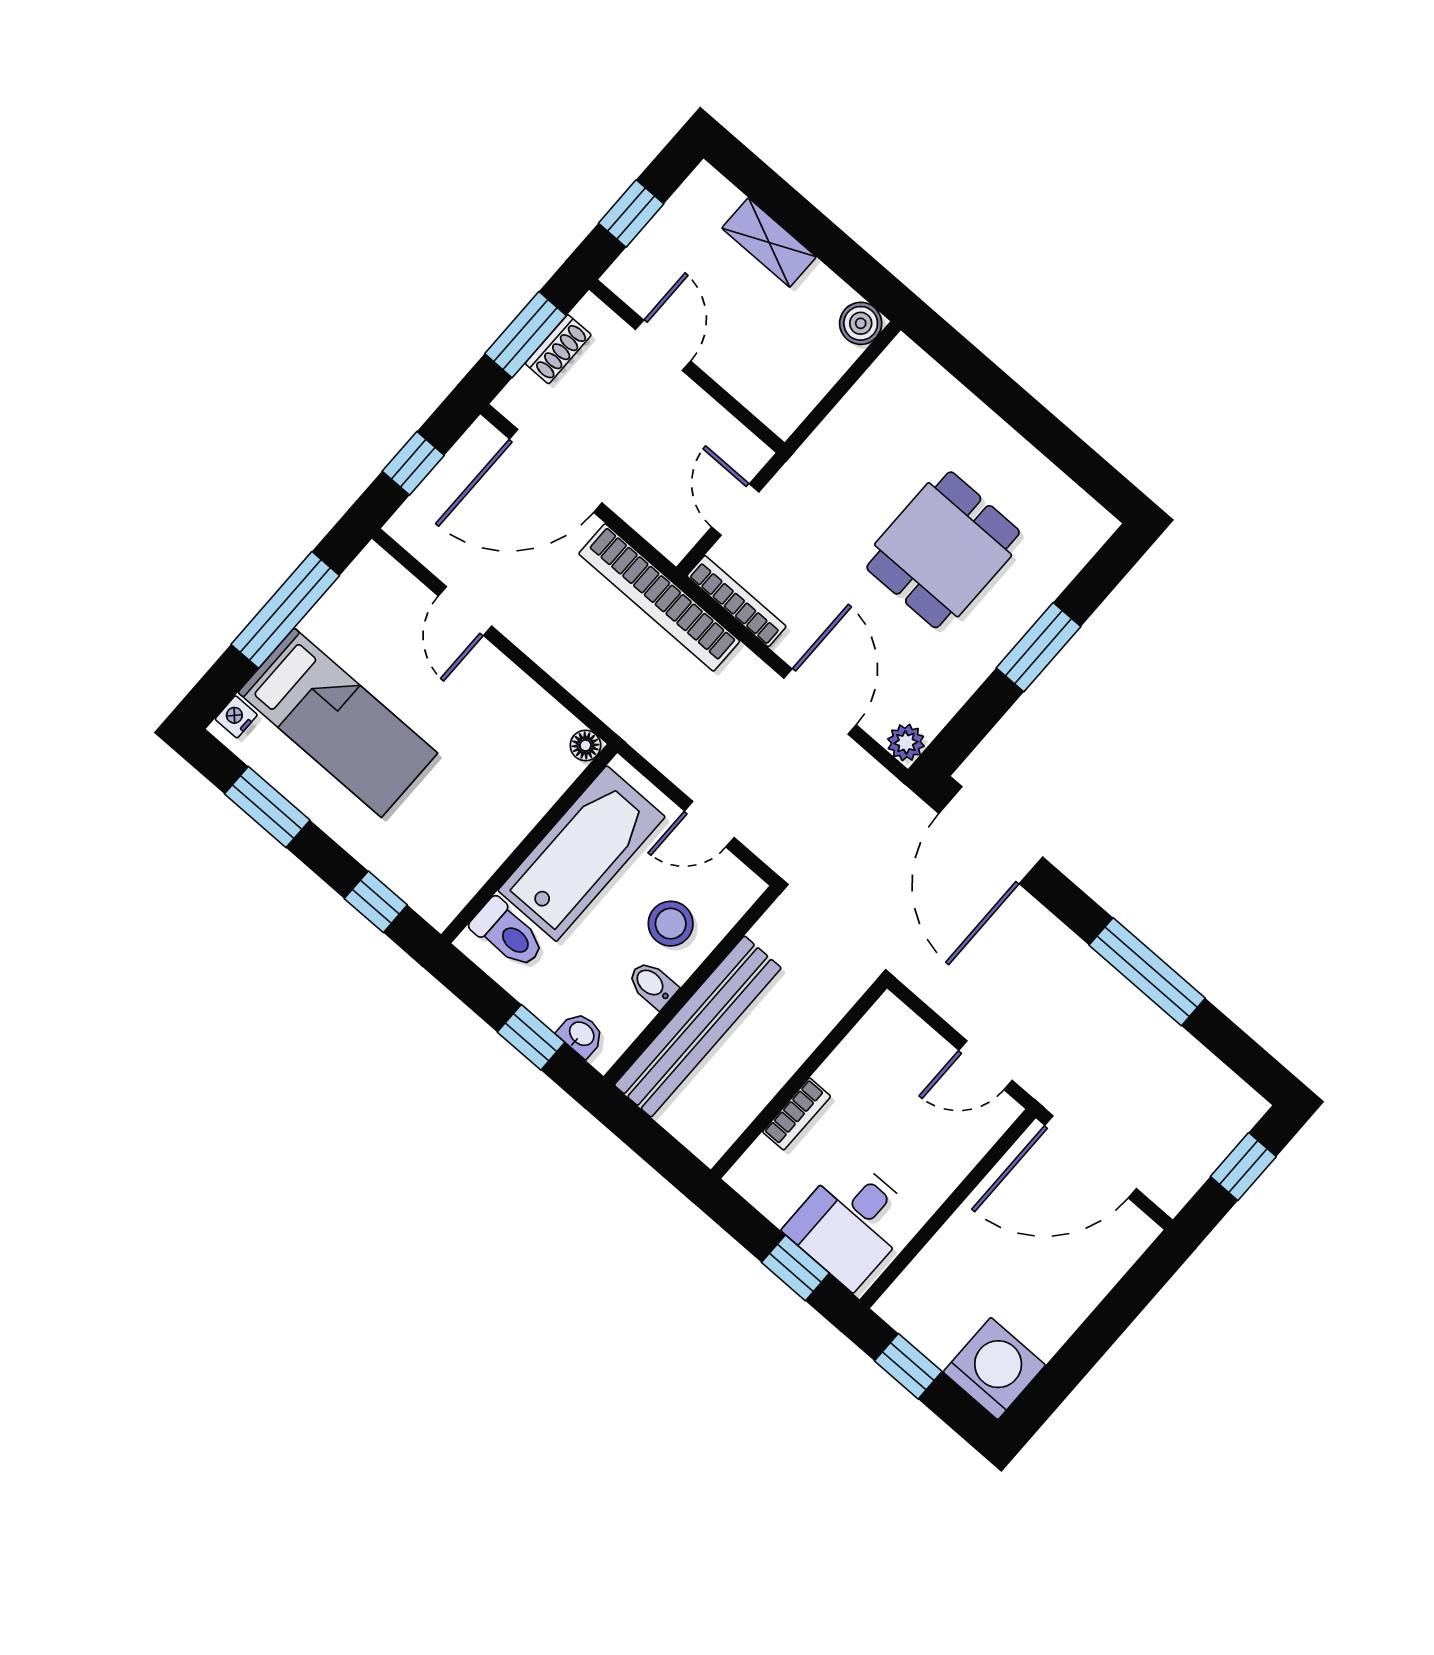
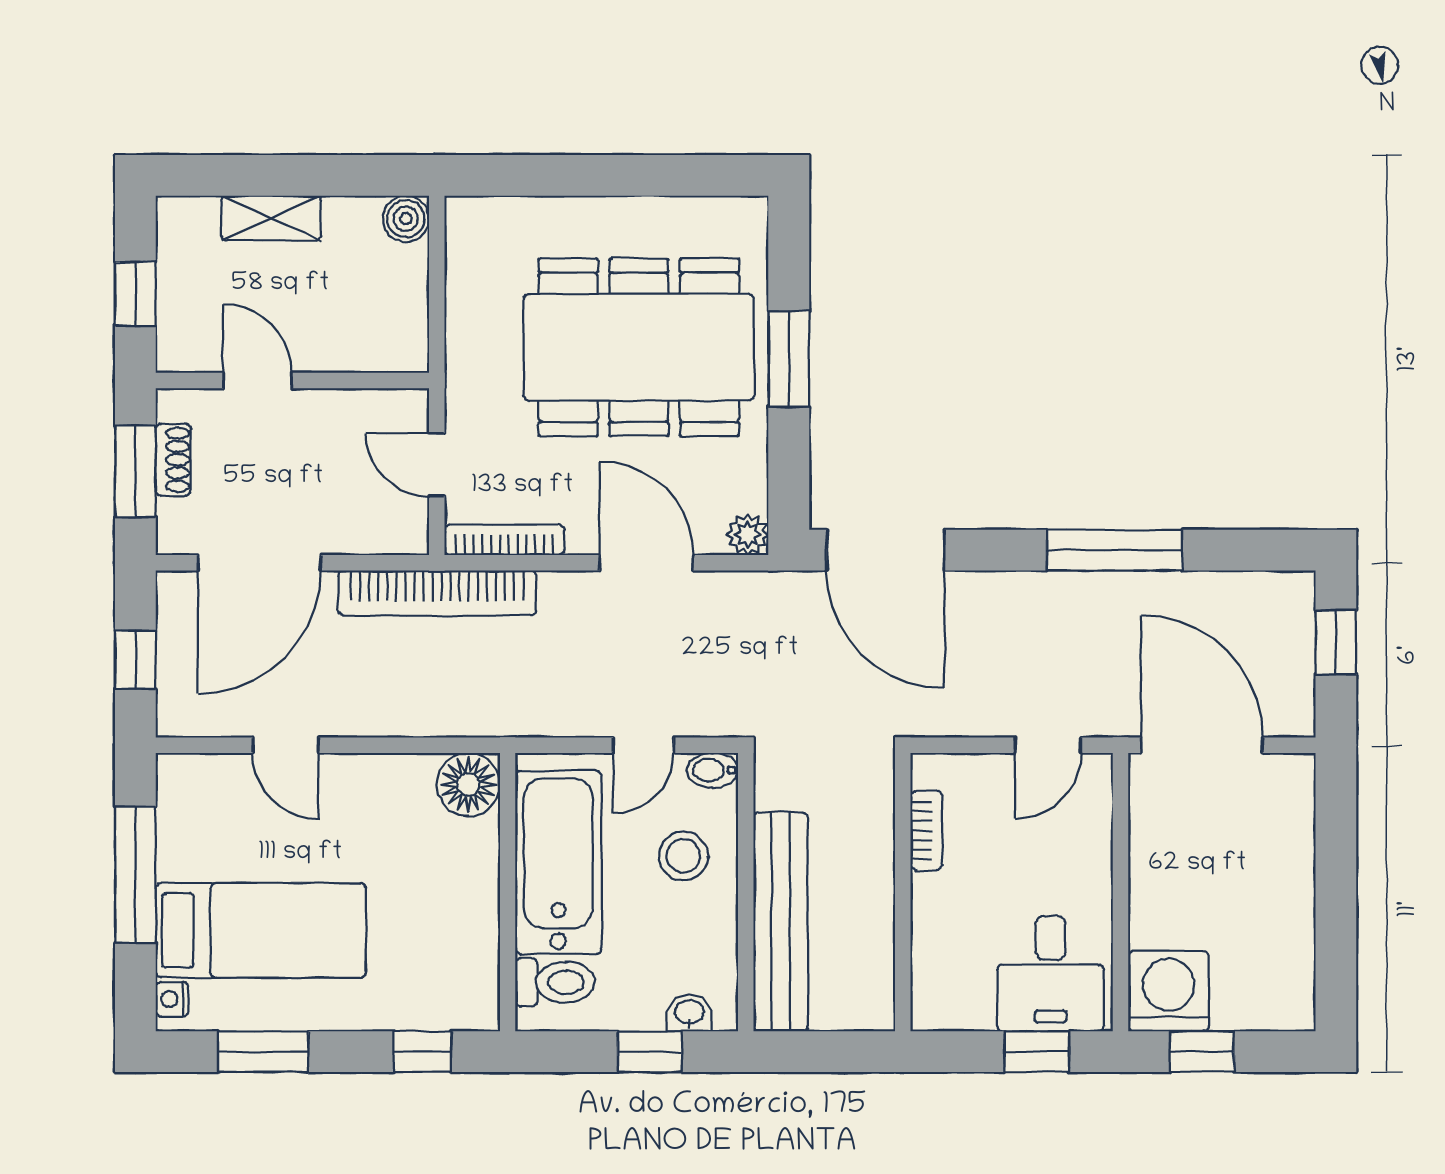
dining table: (943, 550) -> (639, 347), width x1.88, depth x1.24
floor lamp: (585, 745) -> (468, 784), width x1.89, depth x1.89
bidet: (652, 985) -> (712, 770), moved
bookcase: (797, 1114) -> (926, 830), moved
door: (1091, 1157) -> (1202, 745), swing flipped
washing machine: (994, 1368) -> (1168, 991), moved

